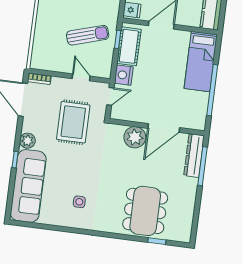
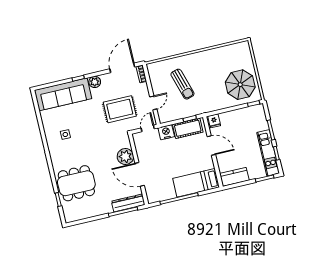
sun lounger: (88, 35) -> (182, 84), moved
door: (110, 96) -> (148, 128), swing flipped

